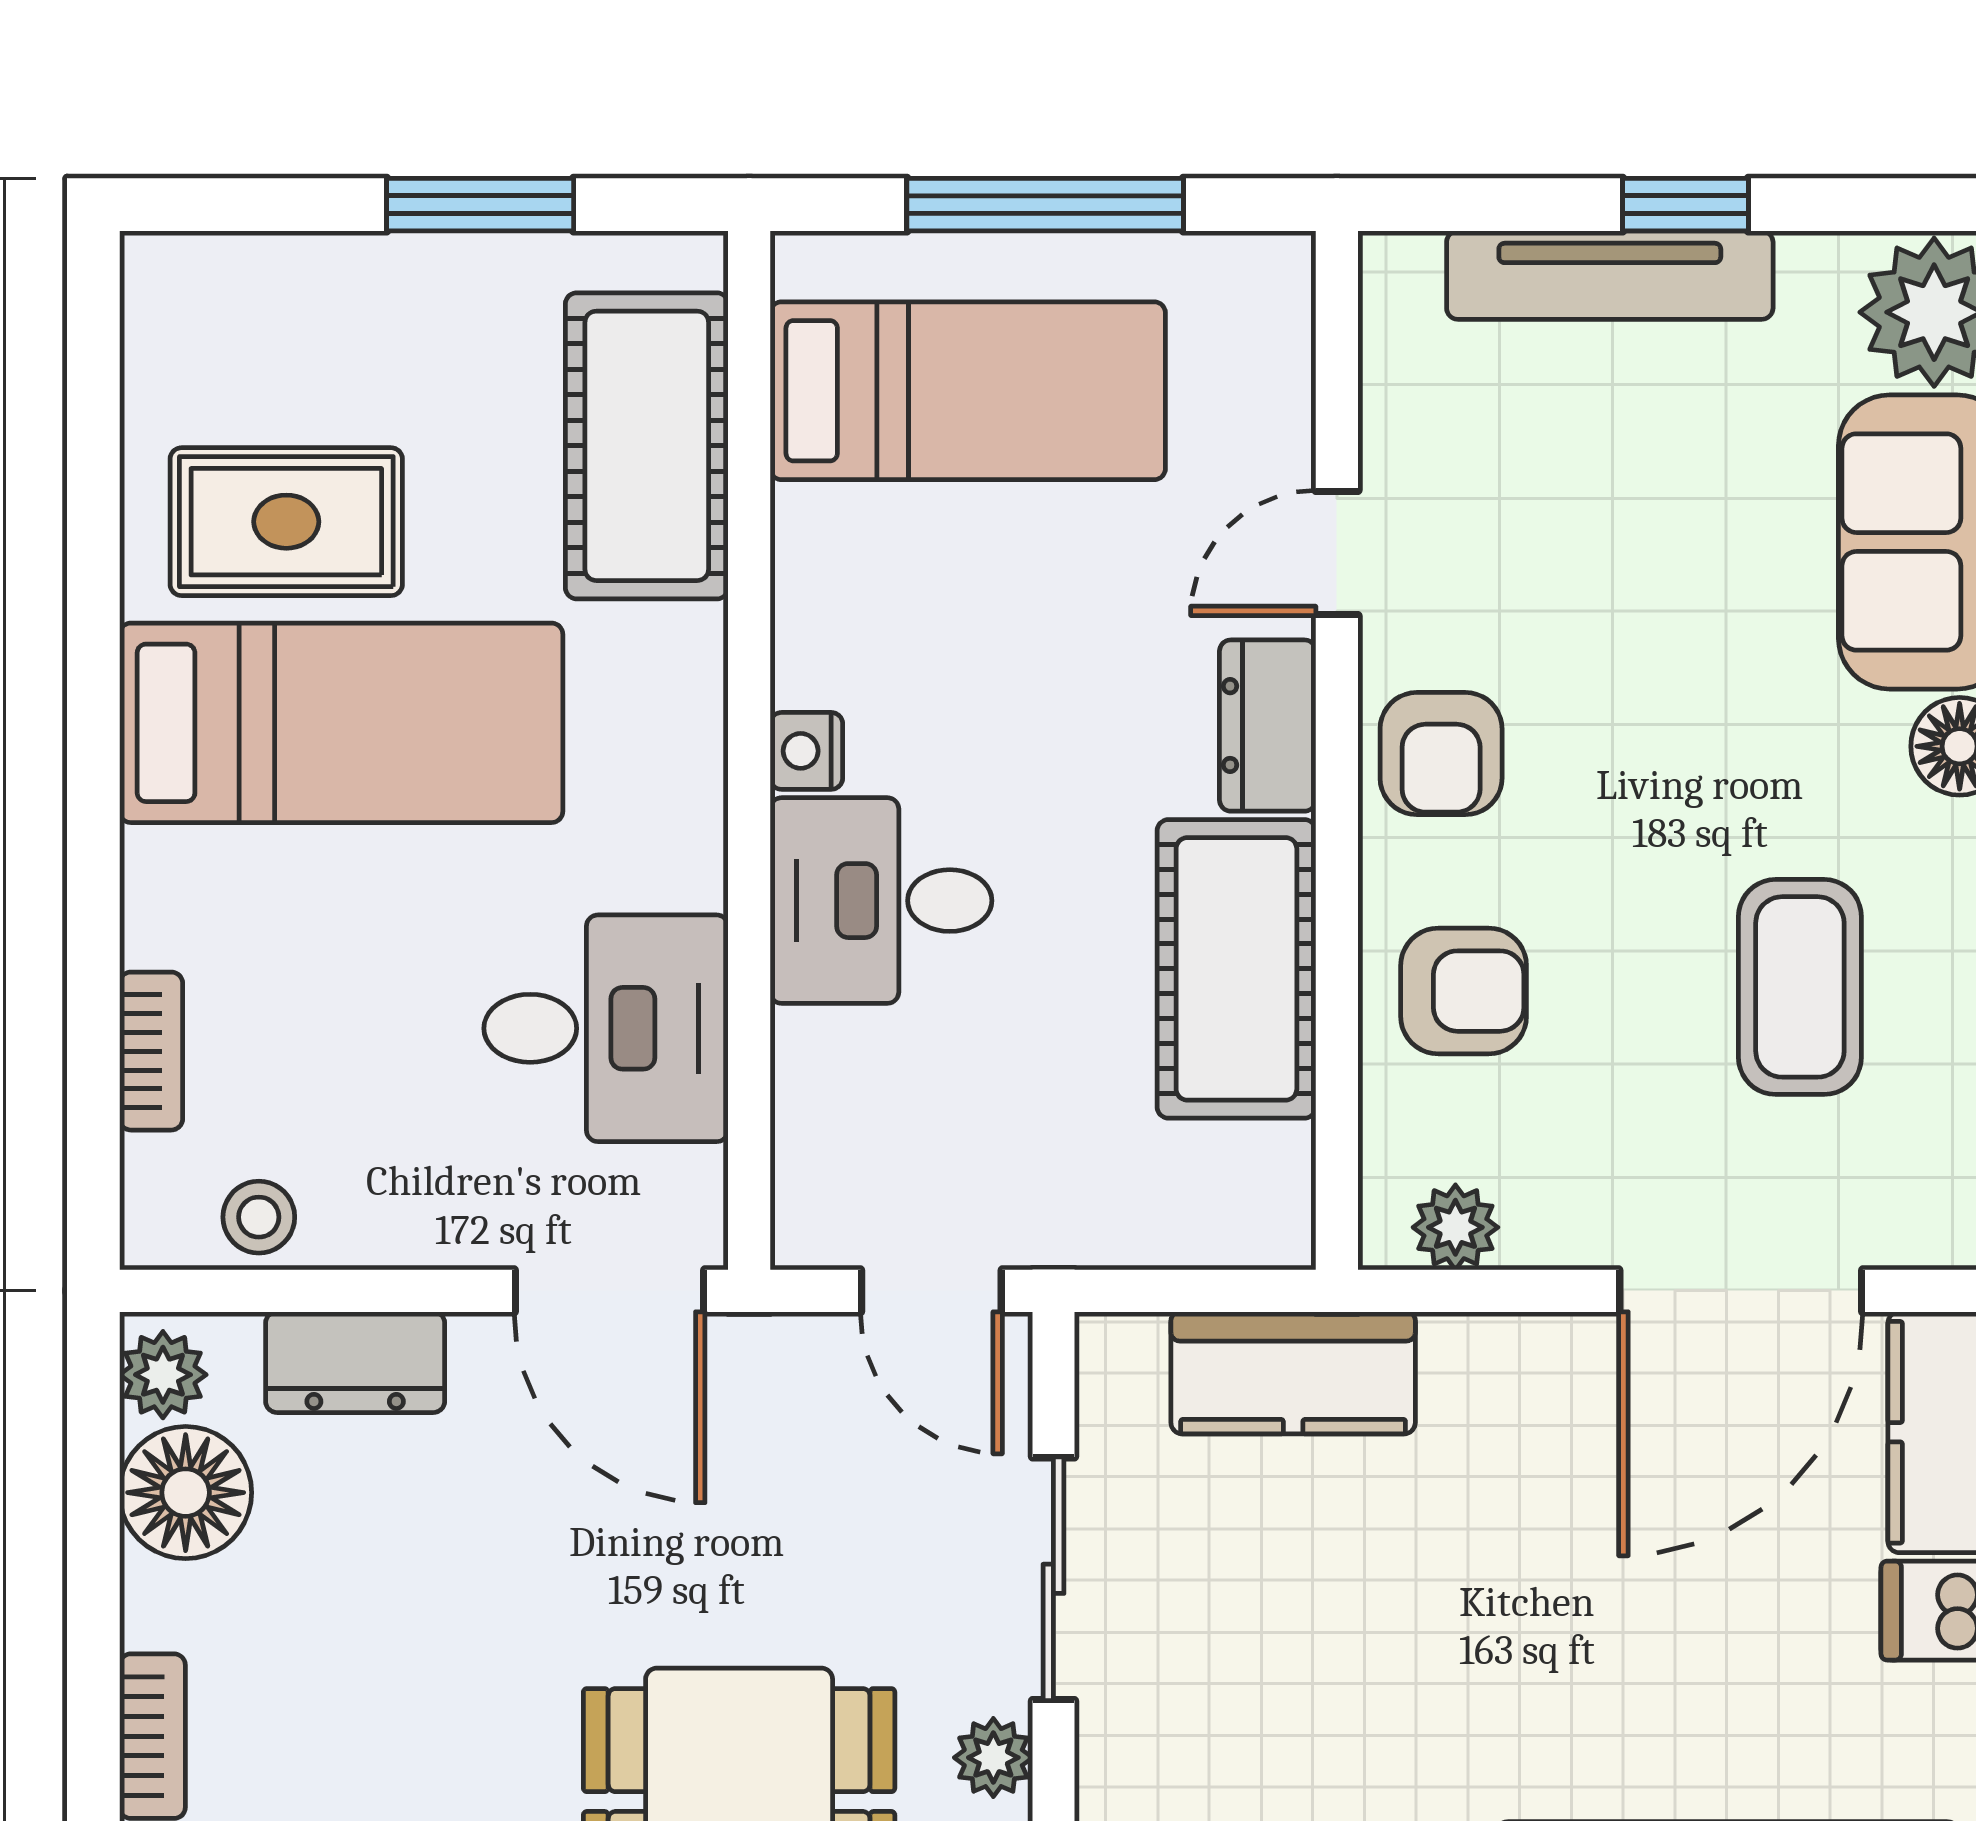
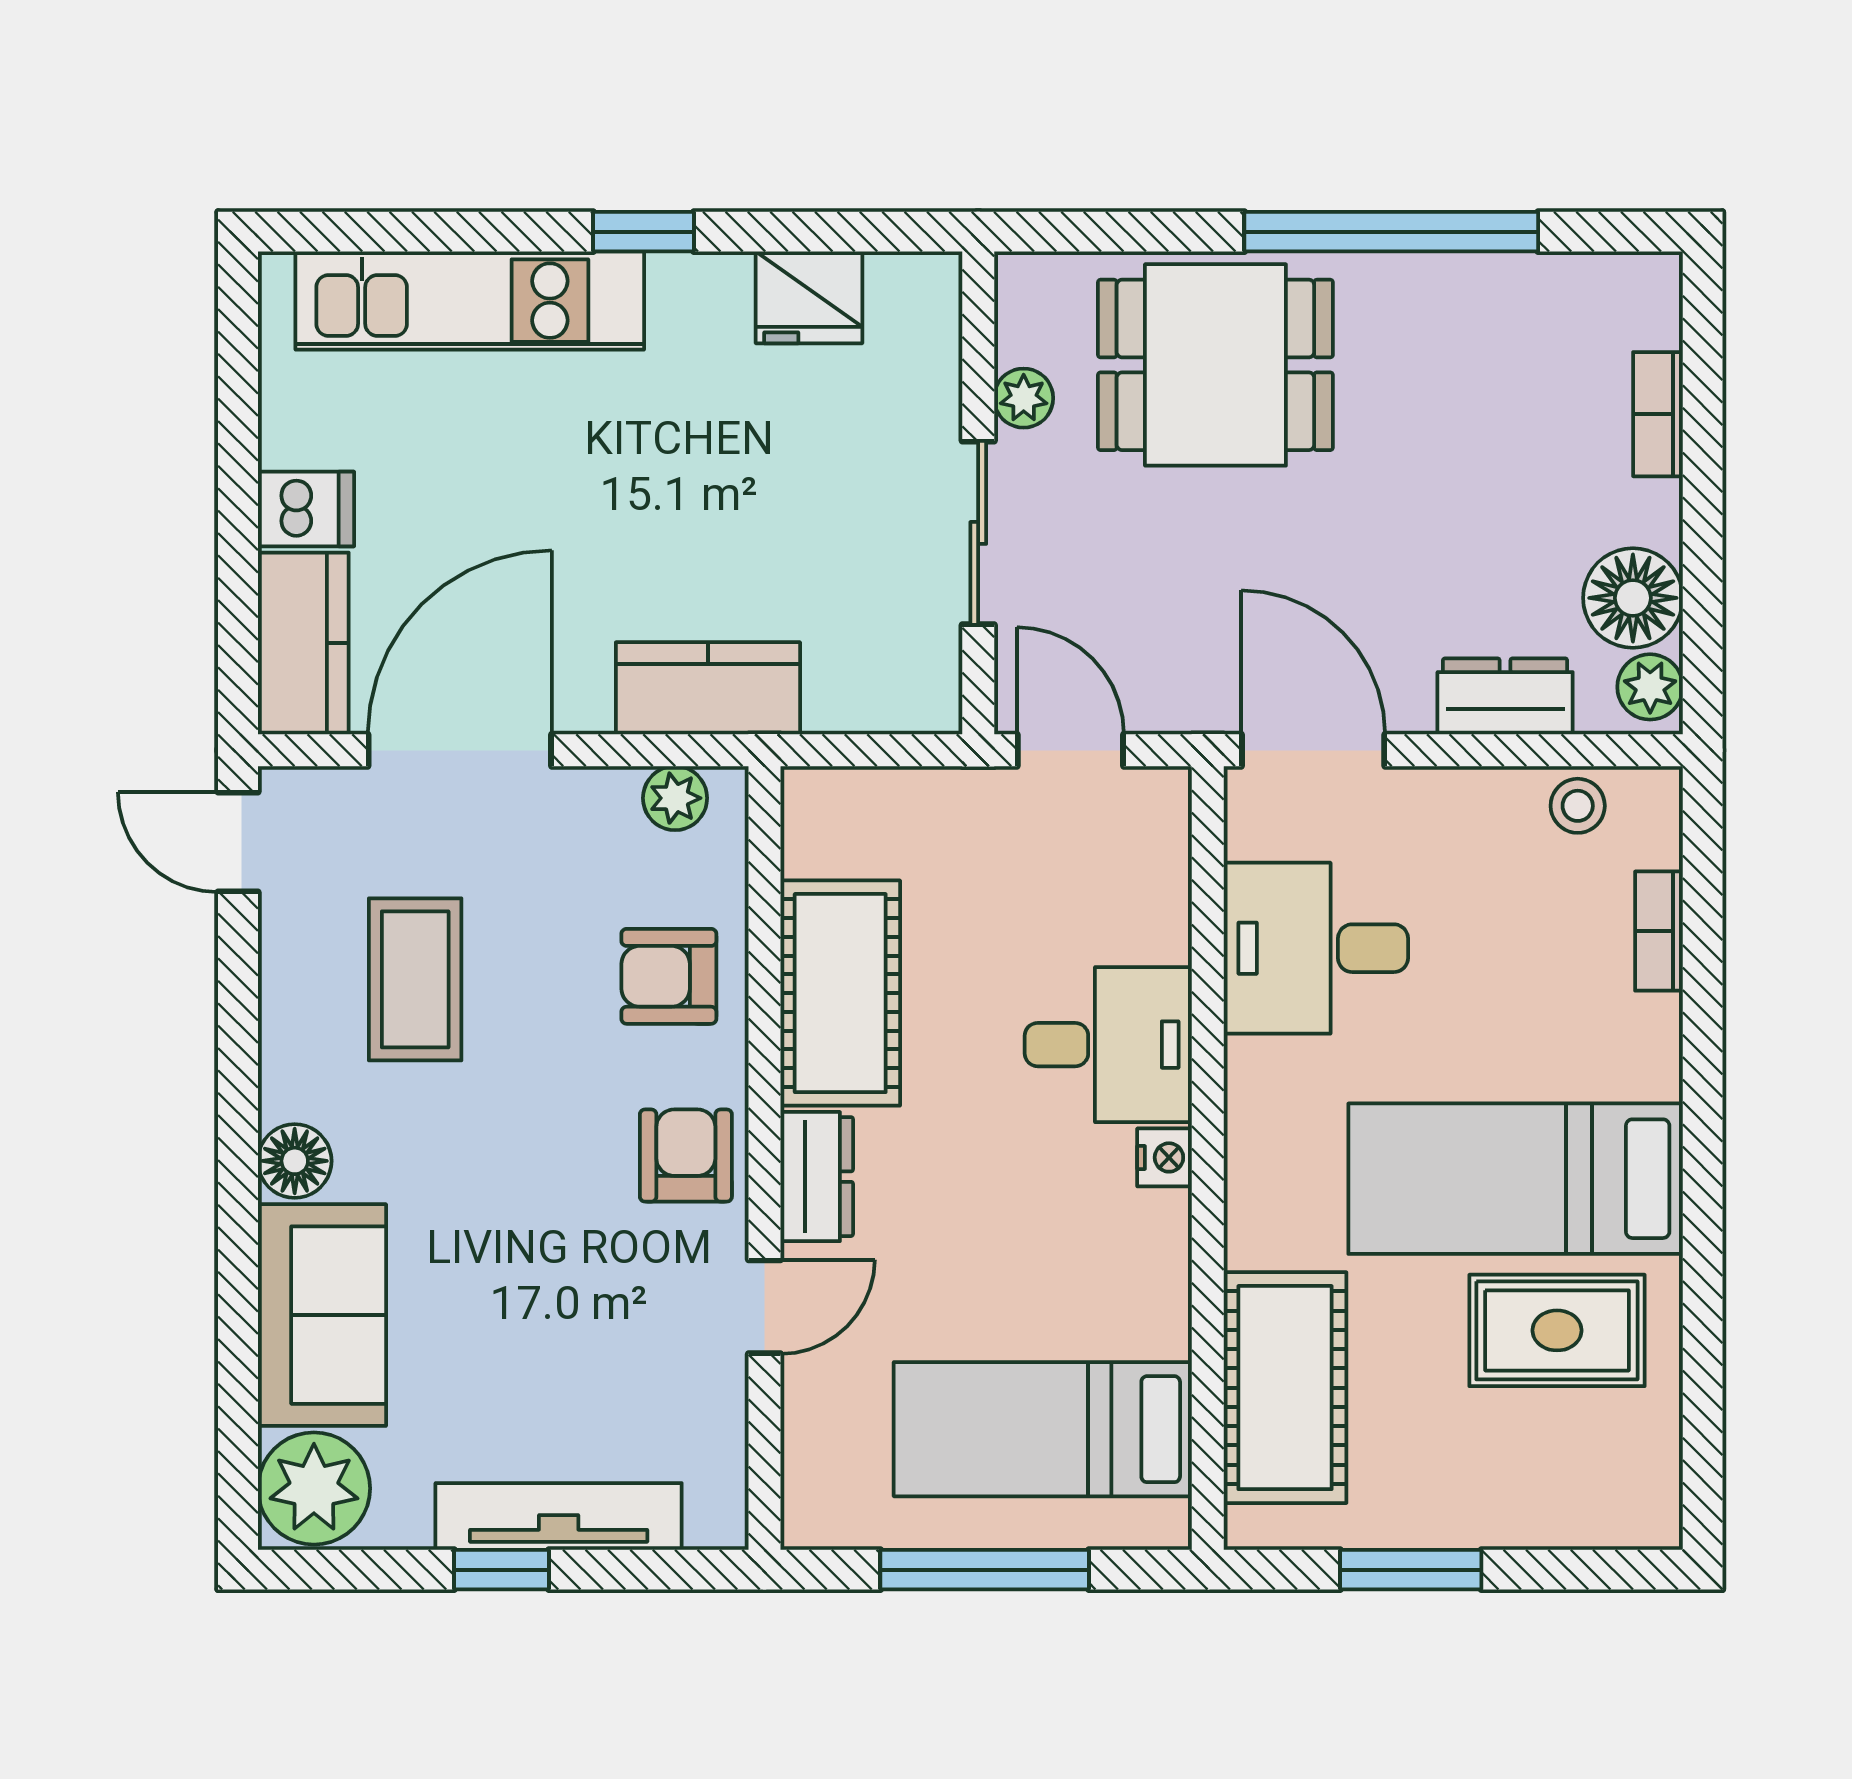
kitchen counter: (1293, 1373) -> (708, 688), moved

